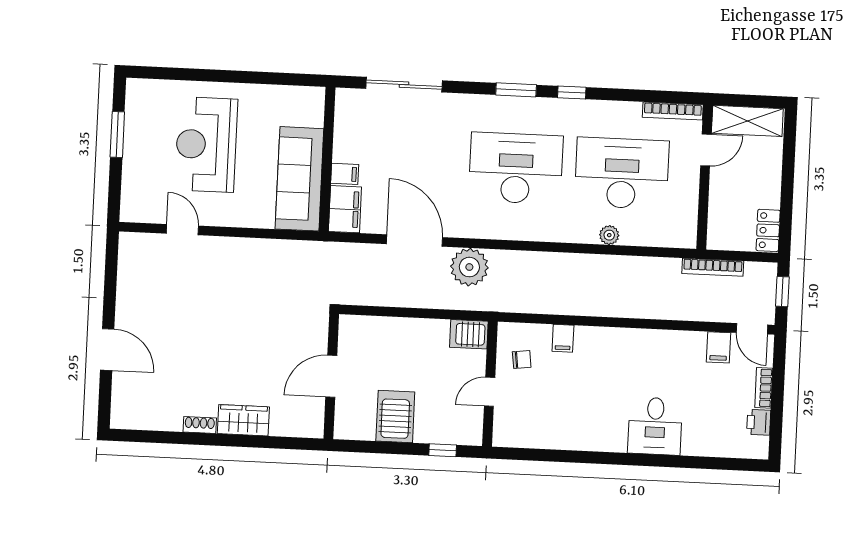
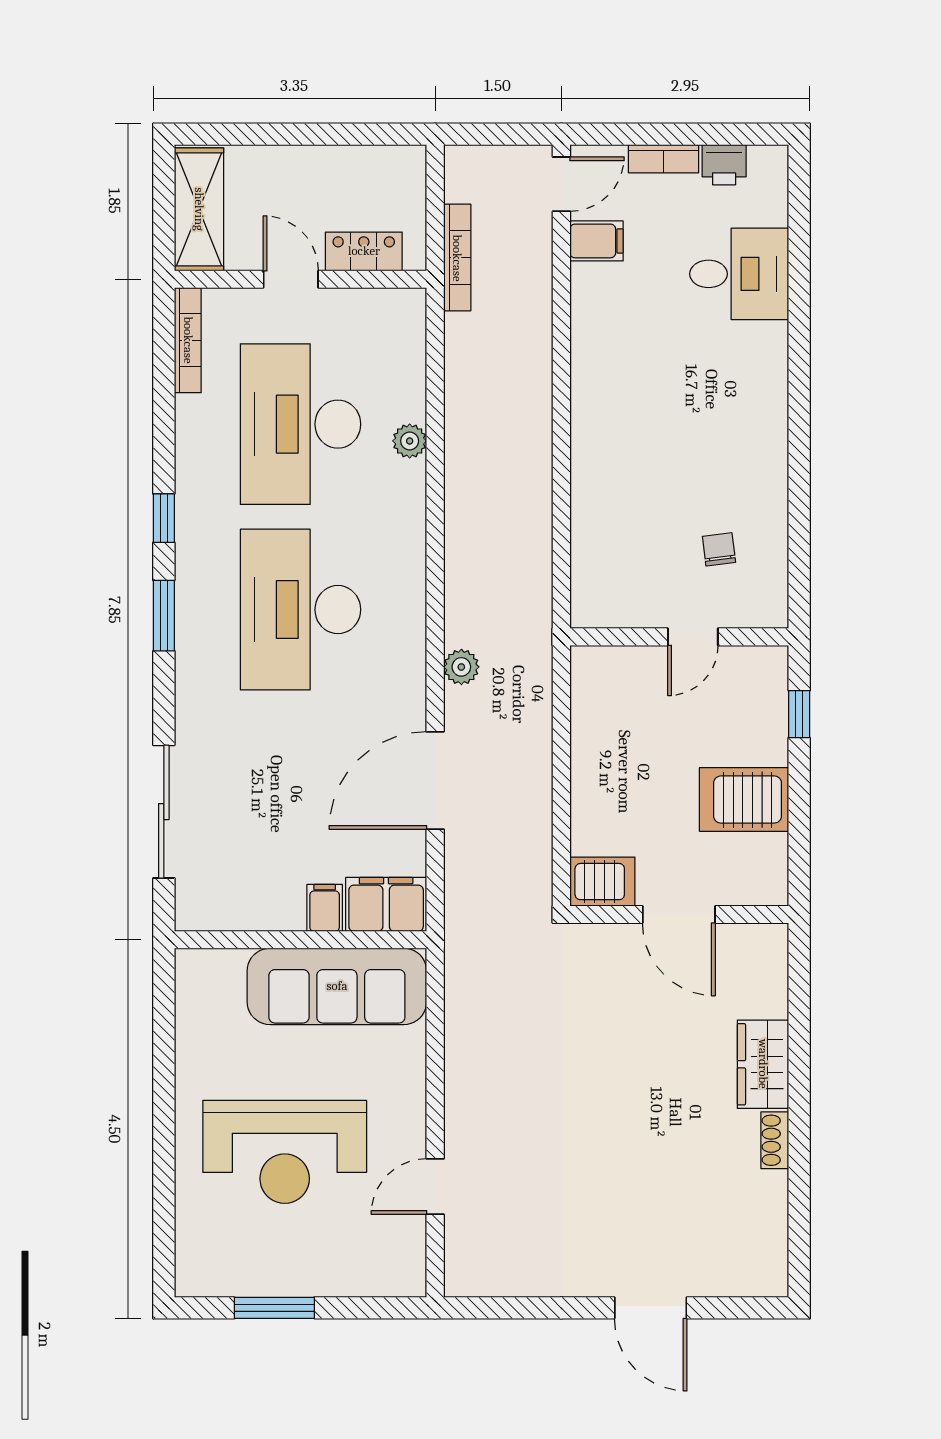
door: (706, 150) -> (291, 279), moved
locker: (768, 230) -> (364, 251), moved, turned 180
plant: (469, 267) -> (461, 667), width x0.53, depth x0.53
window: (782, 292) -> (494, 134), removed
server rack: (469, 334) -> (602, 882), moved, turned -90
filing cabinet: (563, 338) -> (593, 513), removed
door: (107, 350) -> (651, 1308), swing flipped
chair: (522, 360) -> (719, 549), moved
door: (490, 392) -> (693, 637), hinge flipped
desk: (655, 426) -> (739, 274), moved

